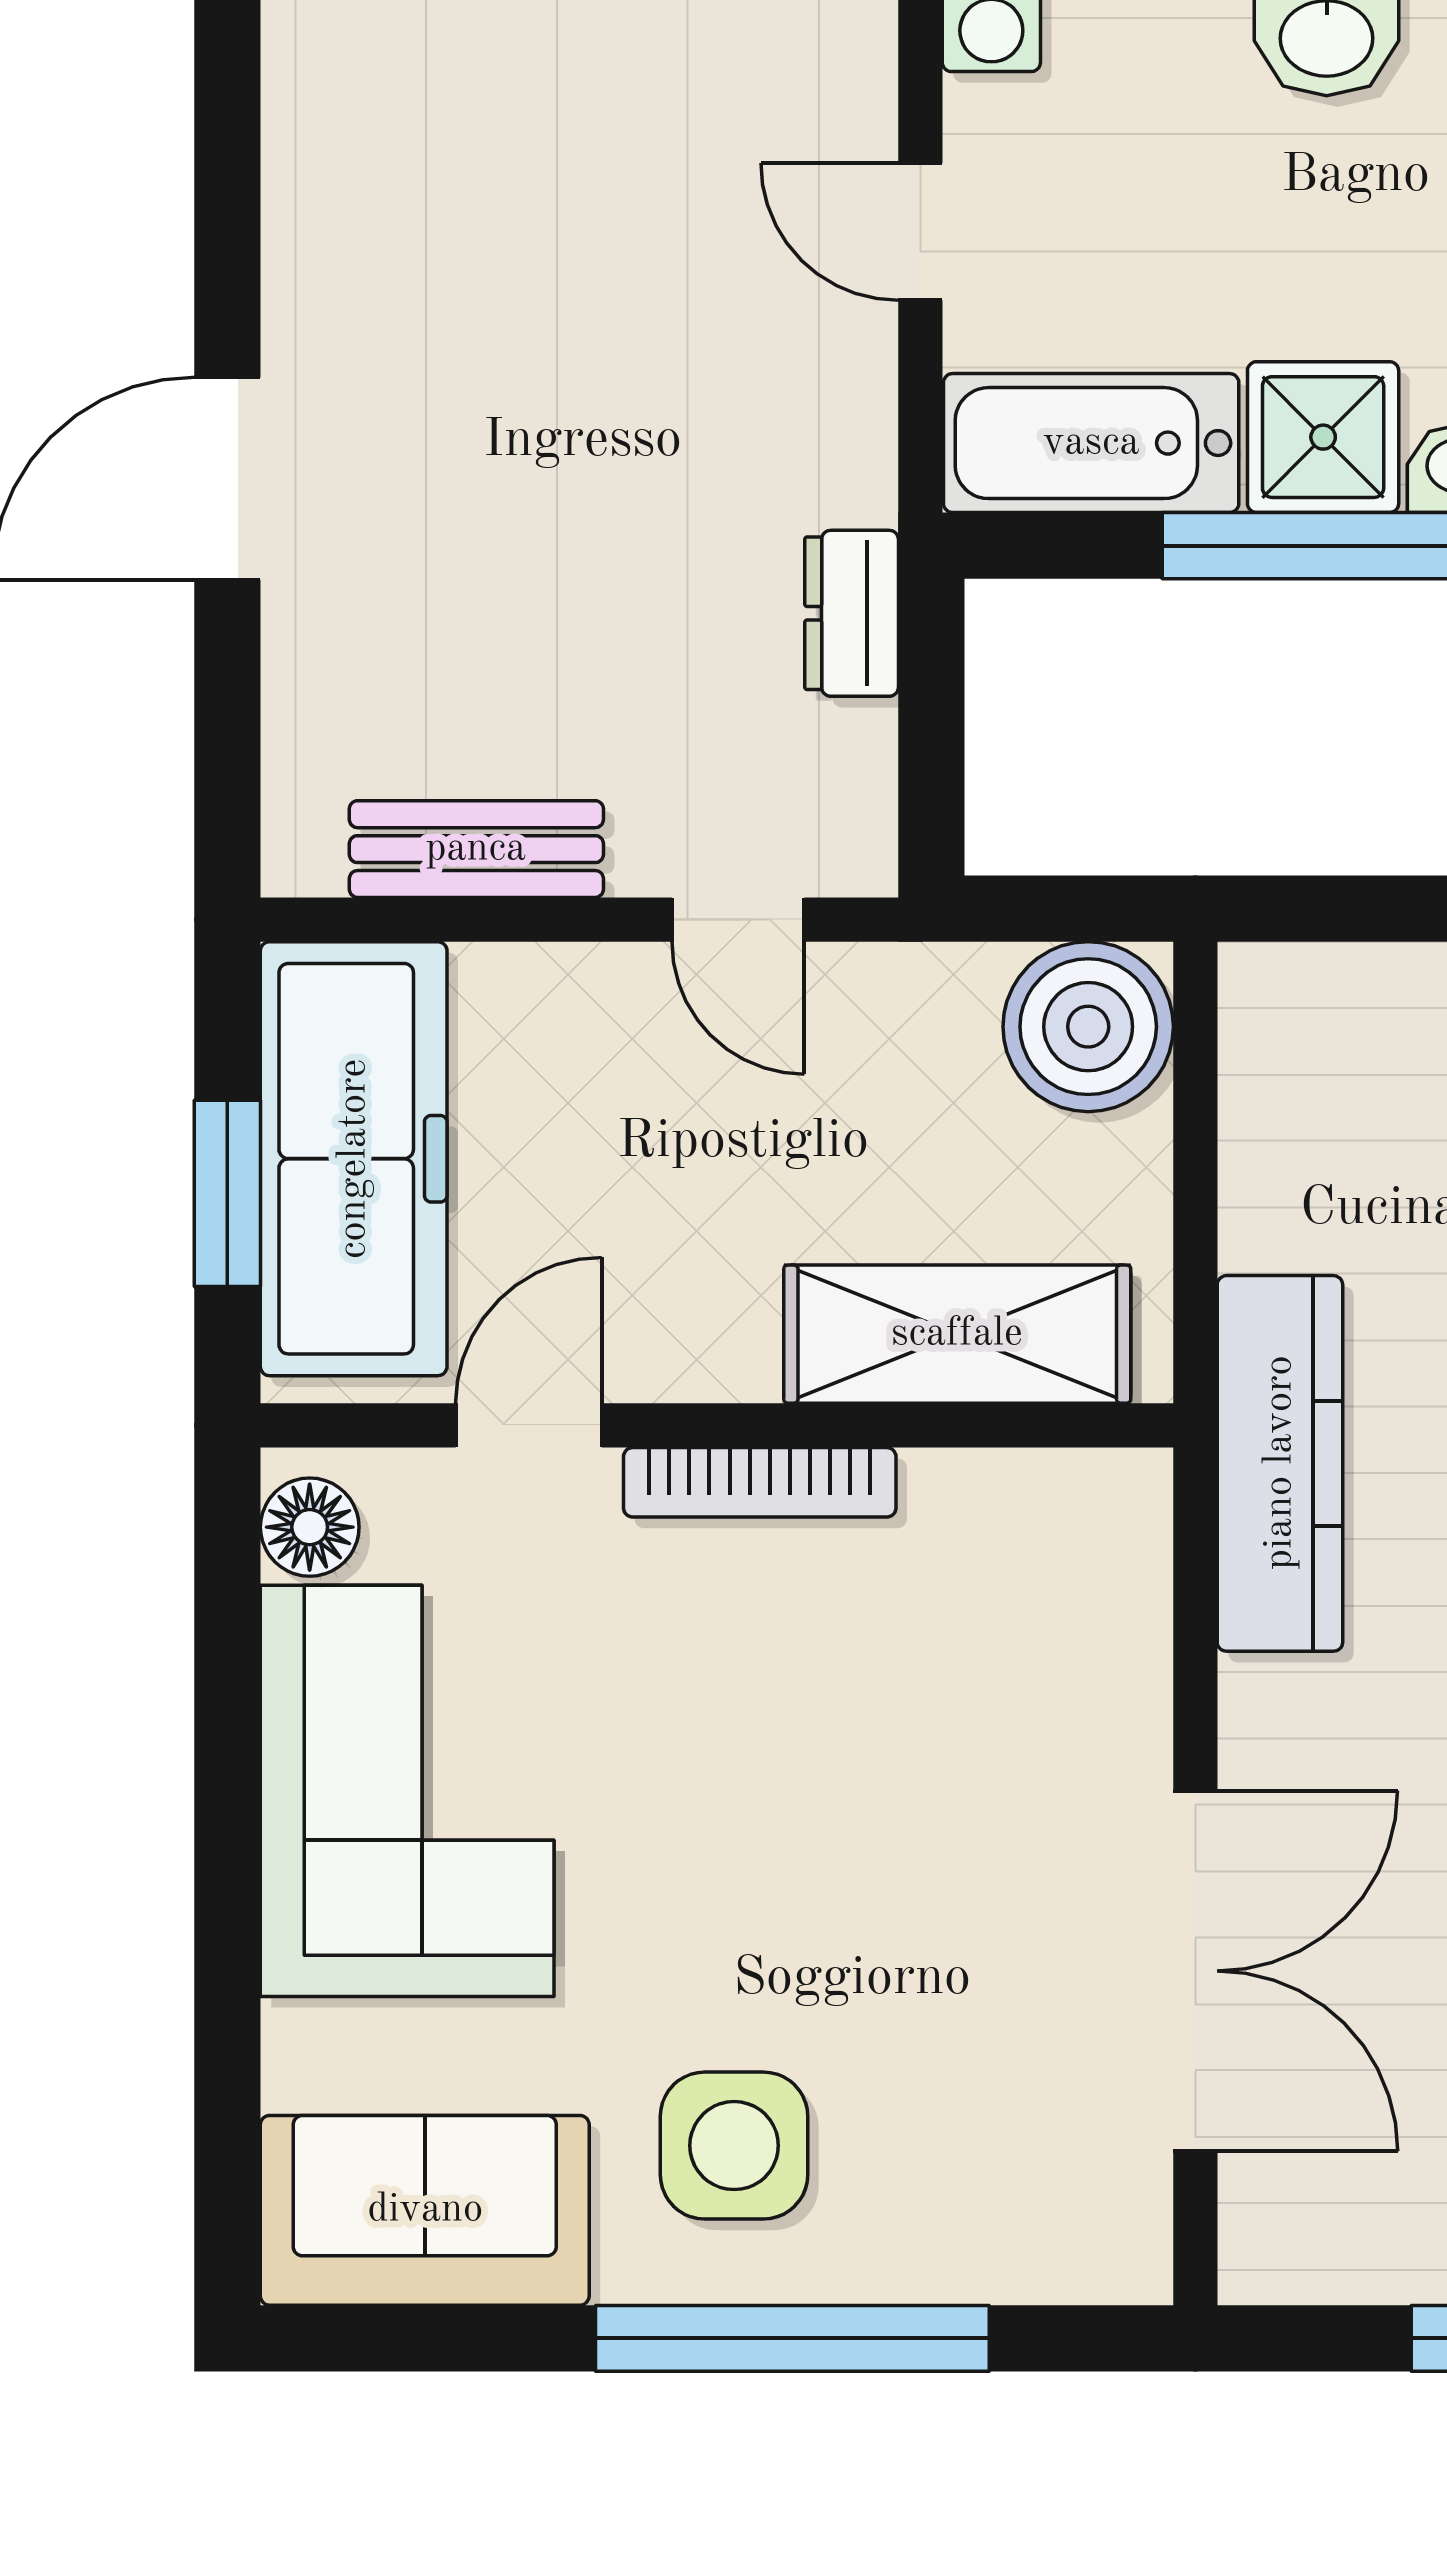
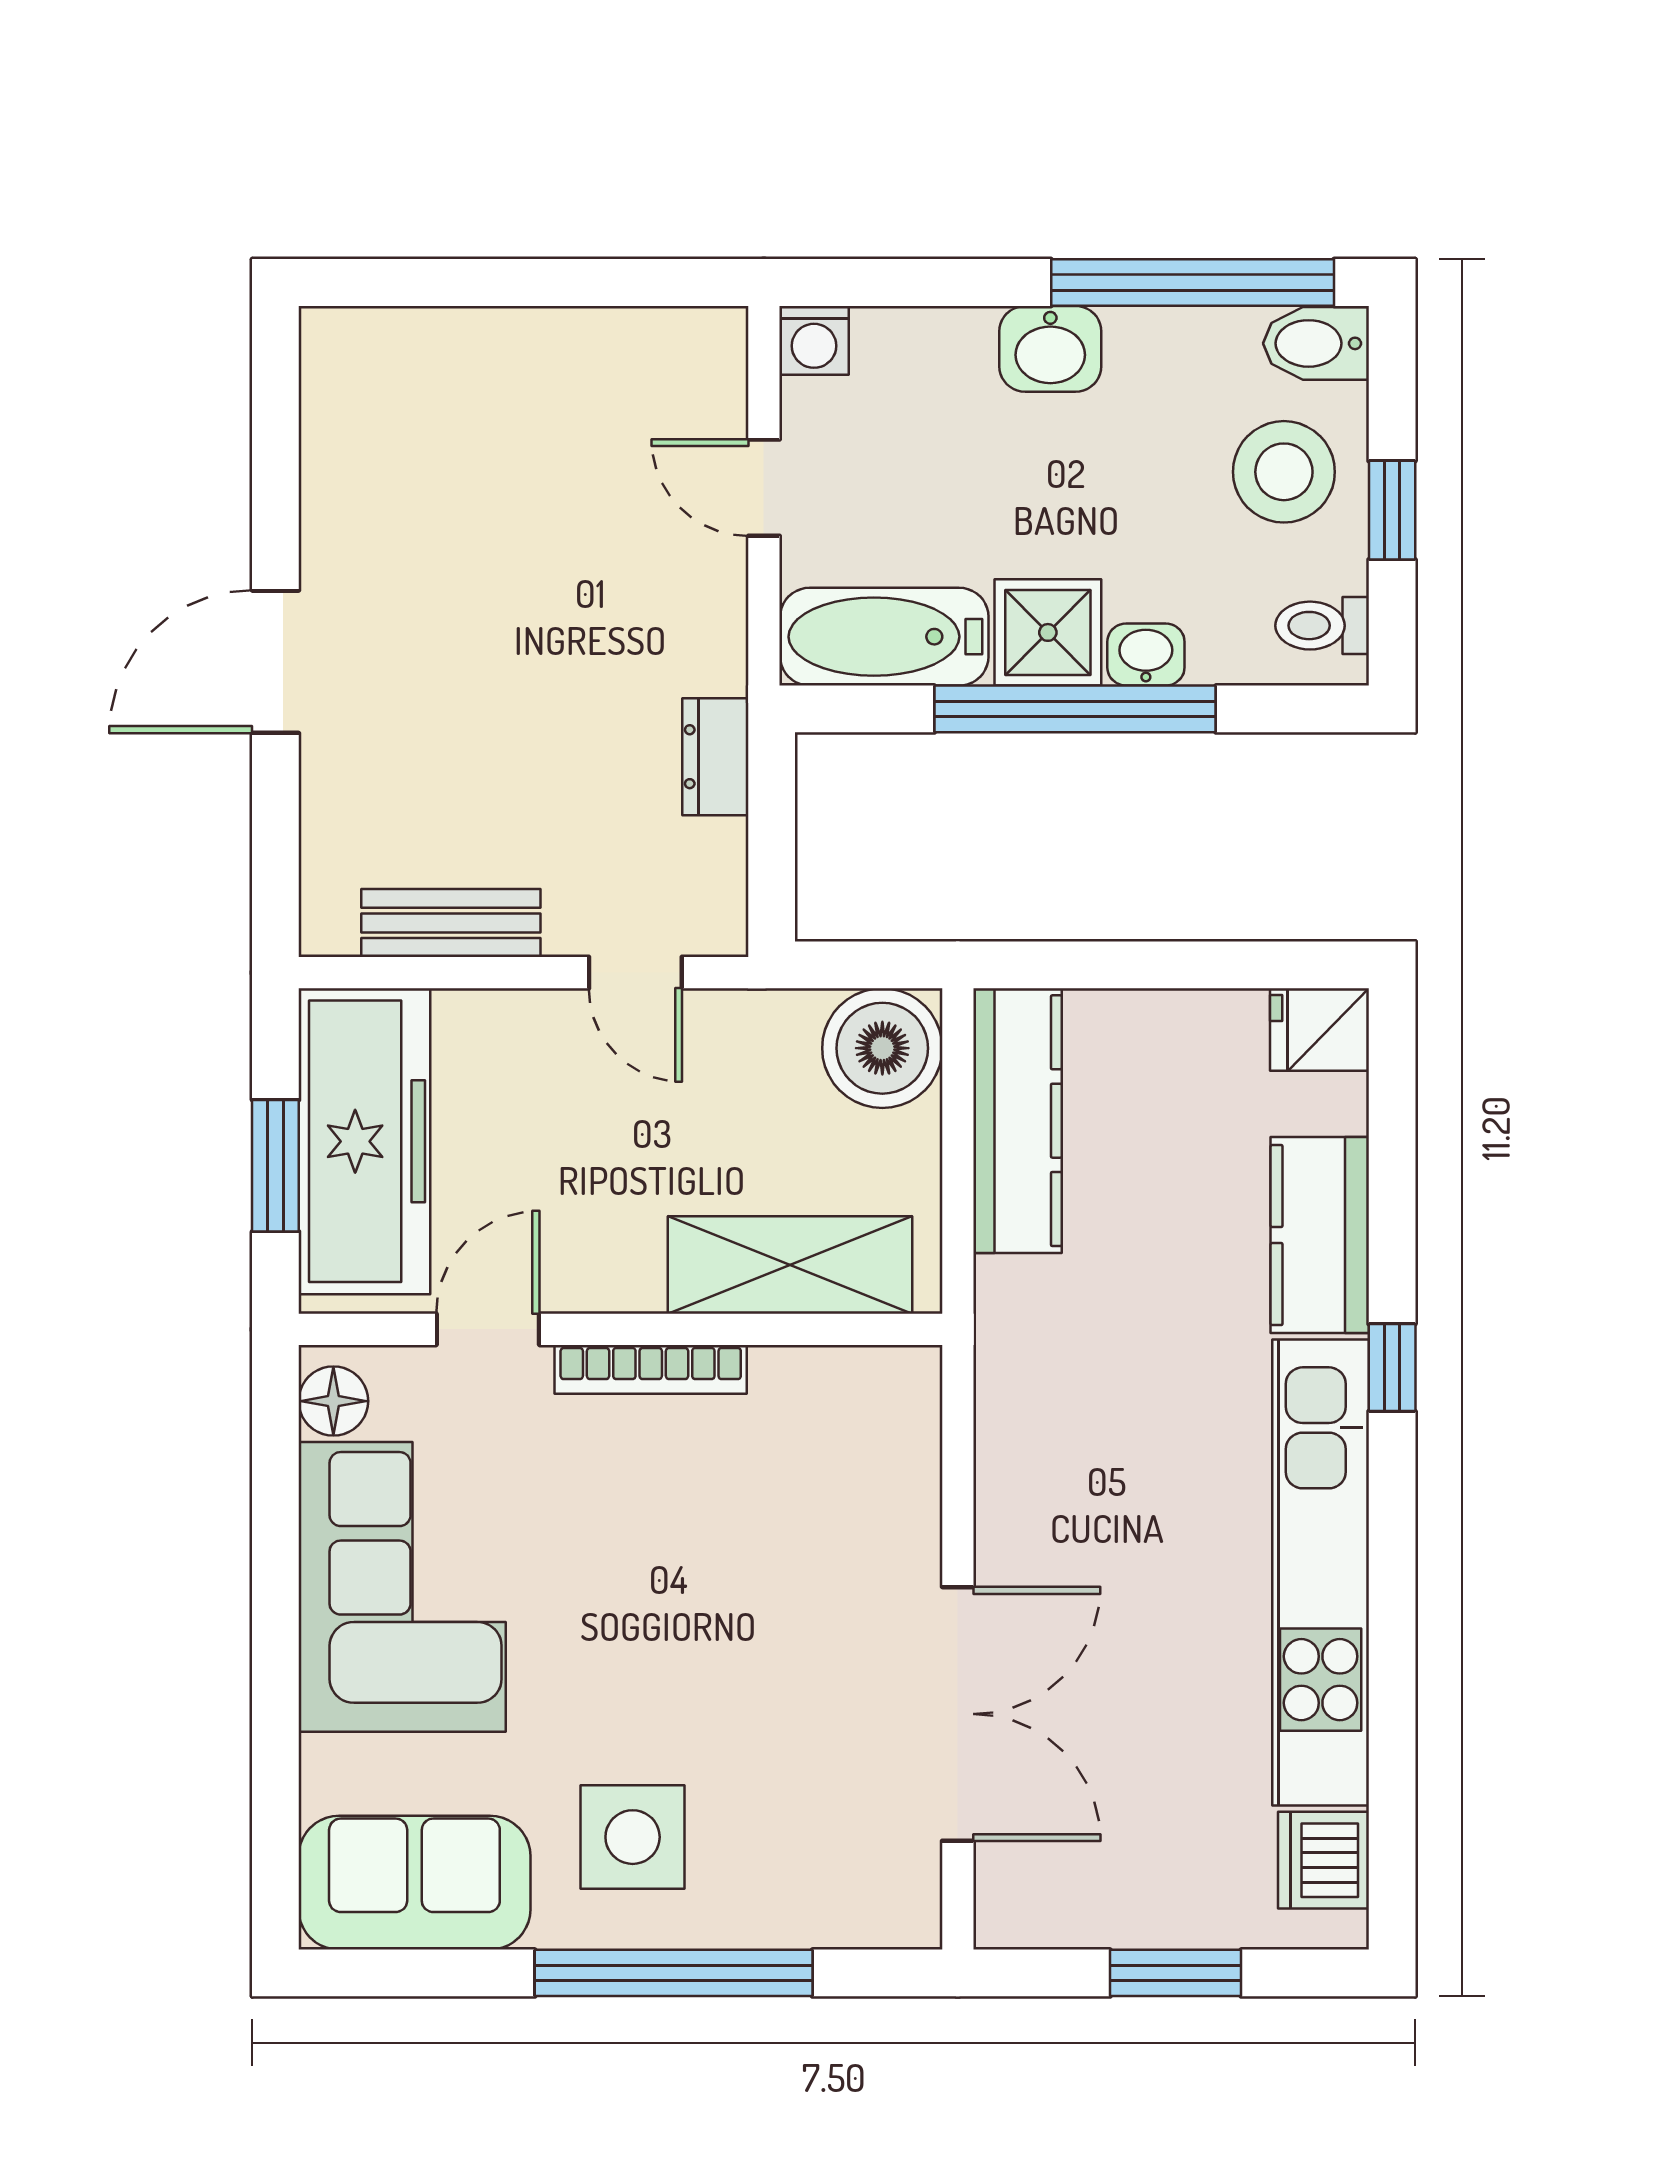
kitchen counter: (1280, 1463) -> (1017, 1121), moved

